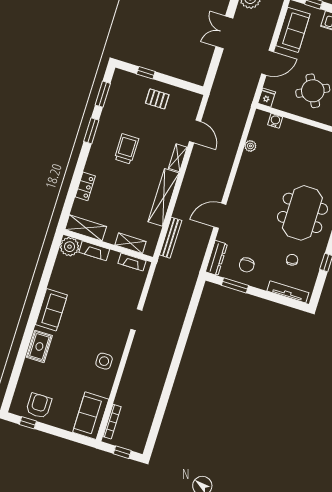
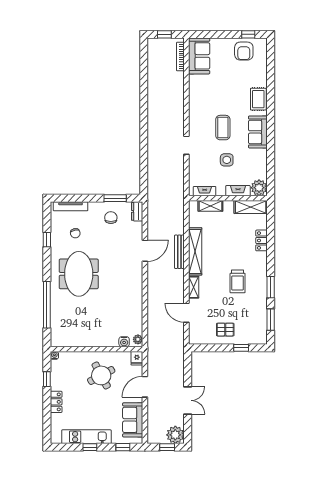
plant: (250, 146) -> (138, 339), moved
bench: (171, 238) -> (179, 252), moved
dresser: (216, 258) -> (137, 211), width x0.70
coffee table: (89, 327) -> (223, 128), added
side table: (104, 361) -> (227, 160), moved

